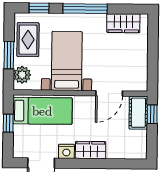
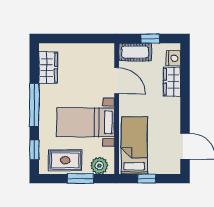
window: (152, 114) -> (150, 39), moved
wardrobe: (91, 150) -> (172, 82), moved
nightstand: (66, 151) -> (173, 58), moved

